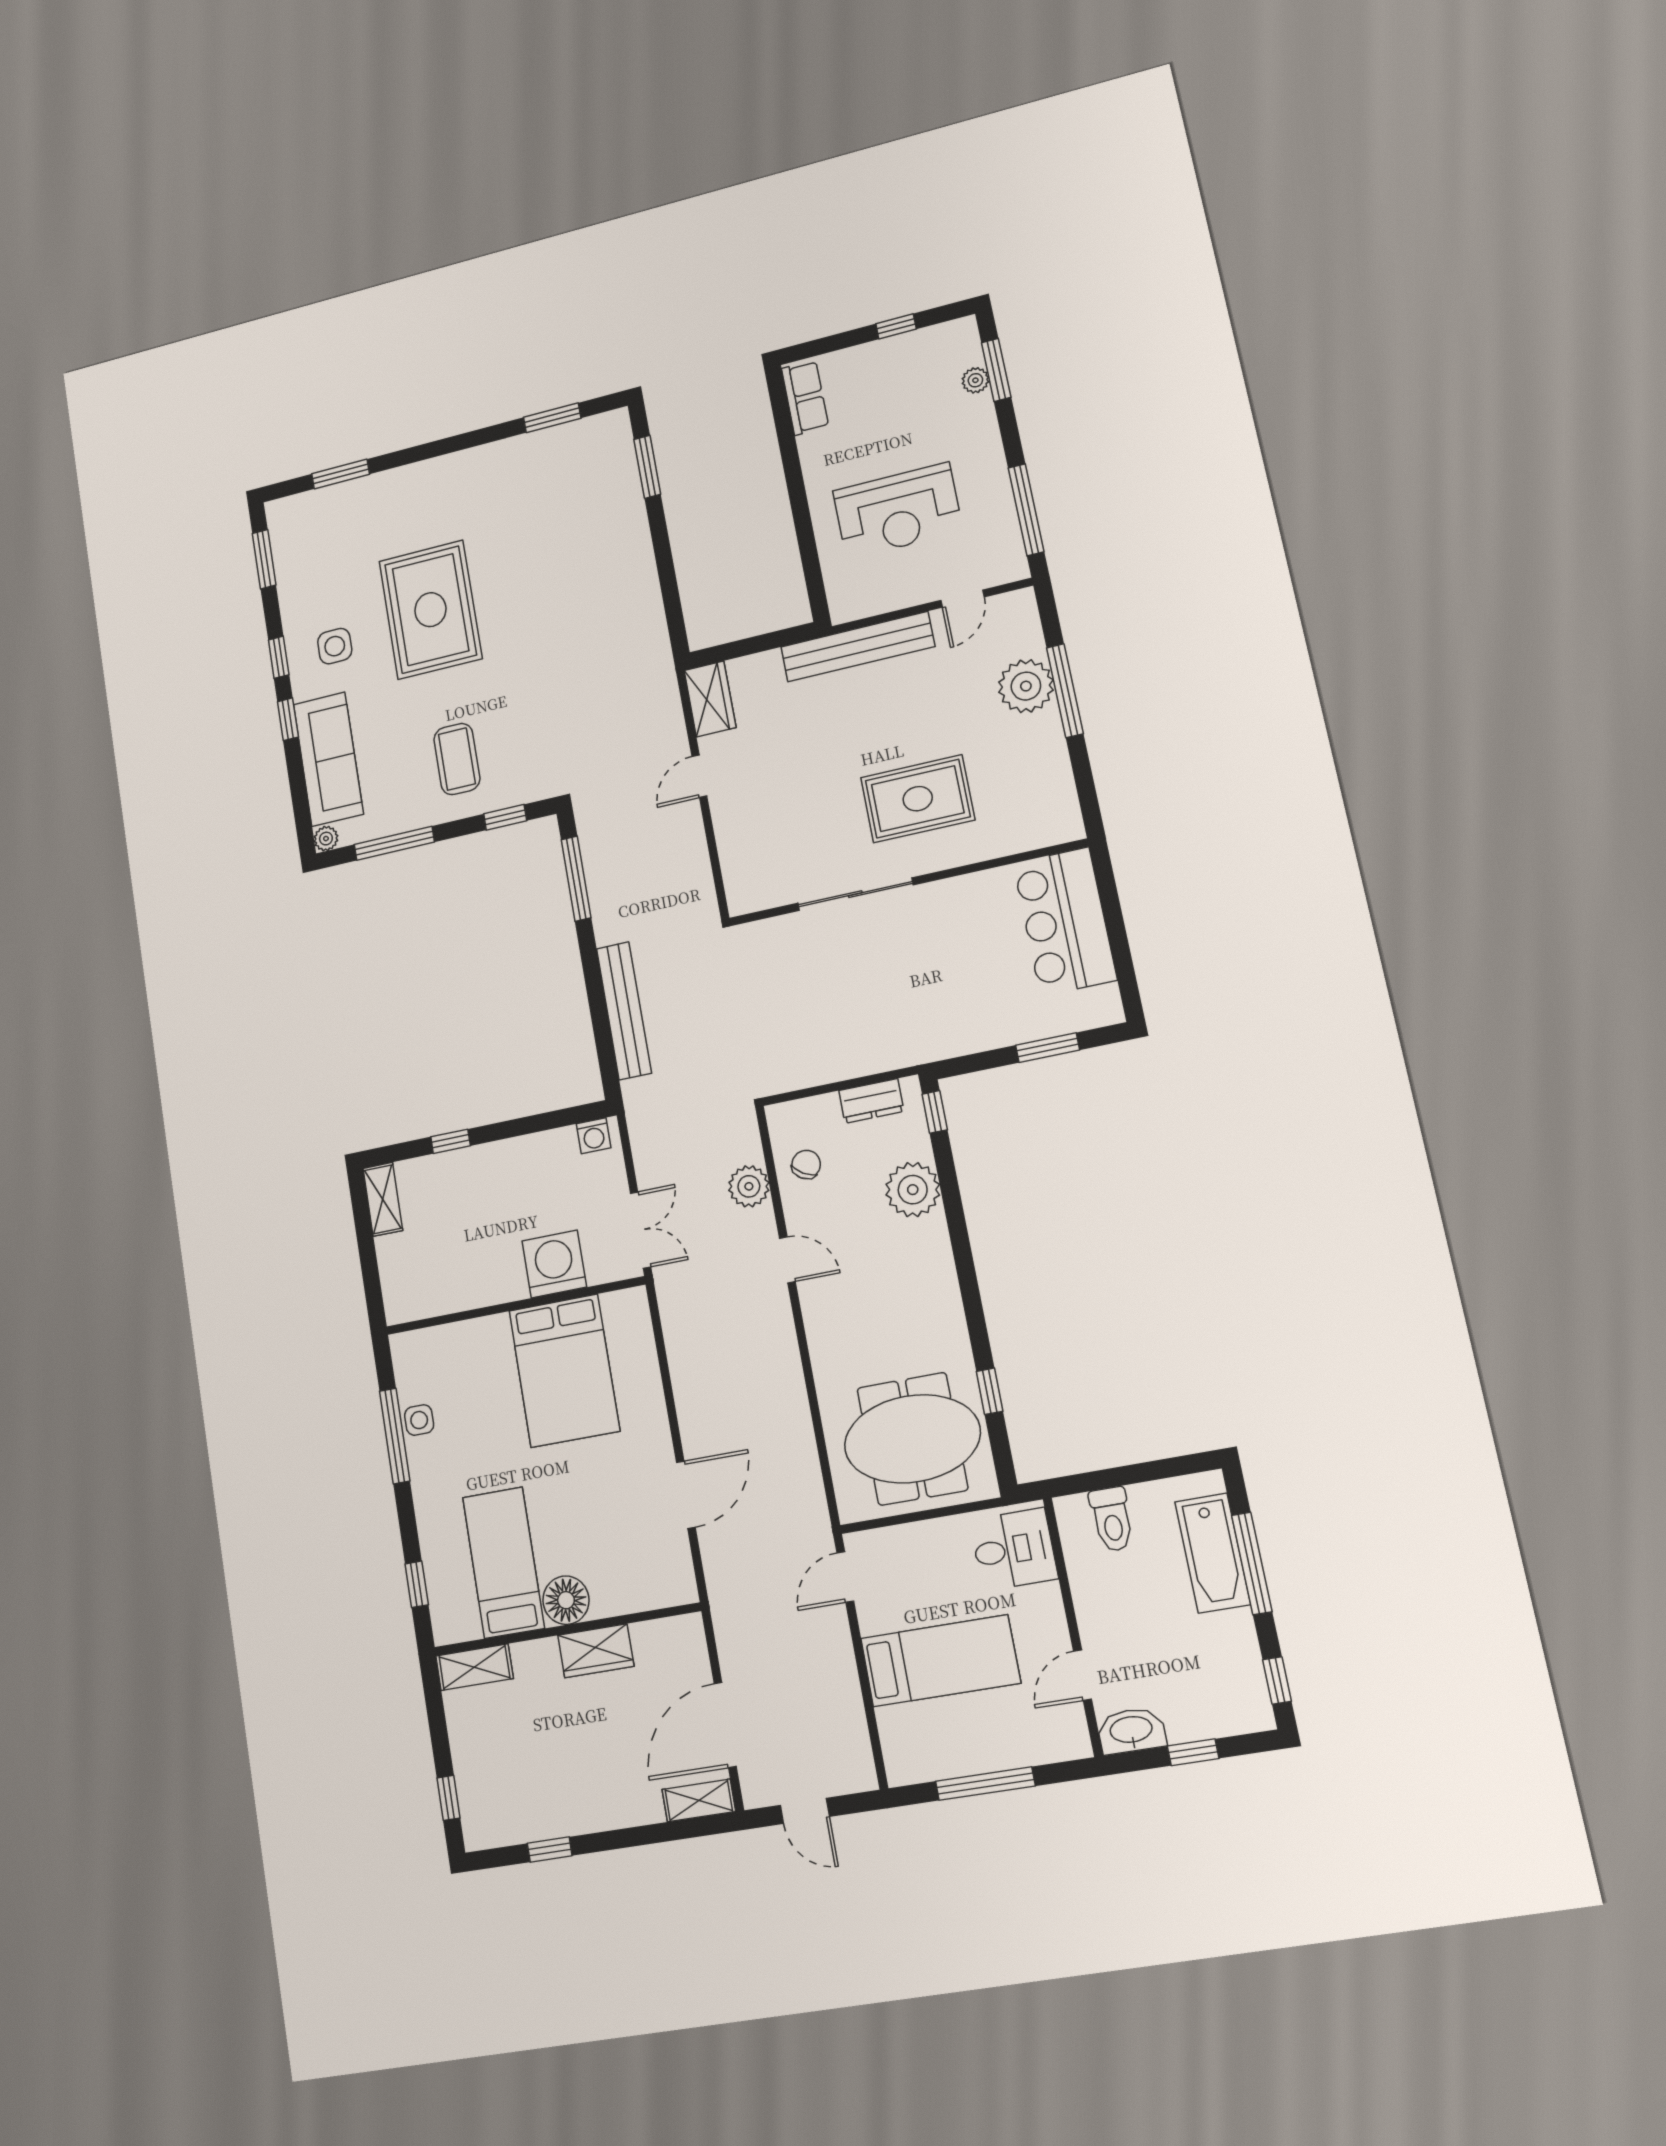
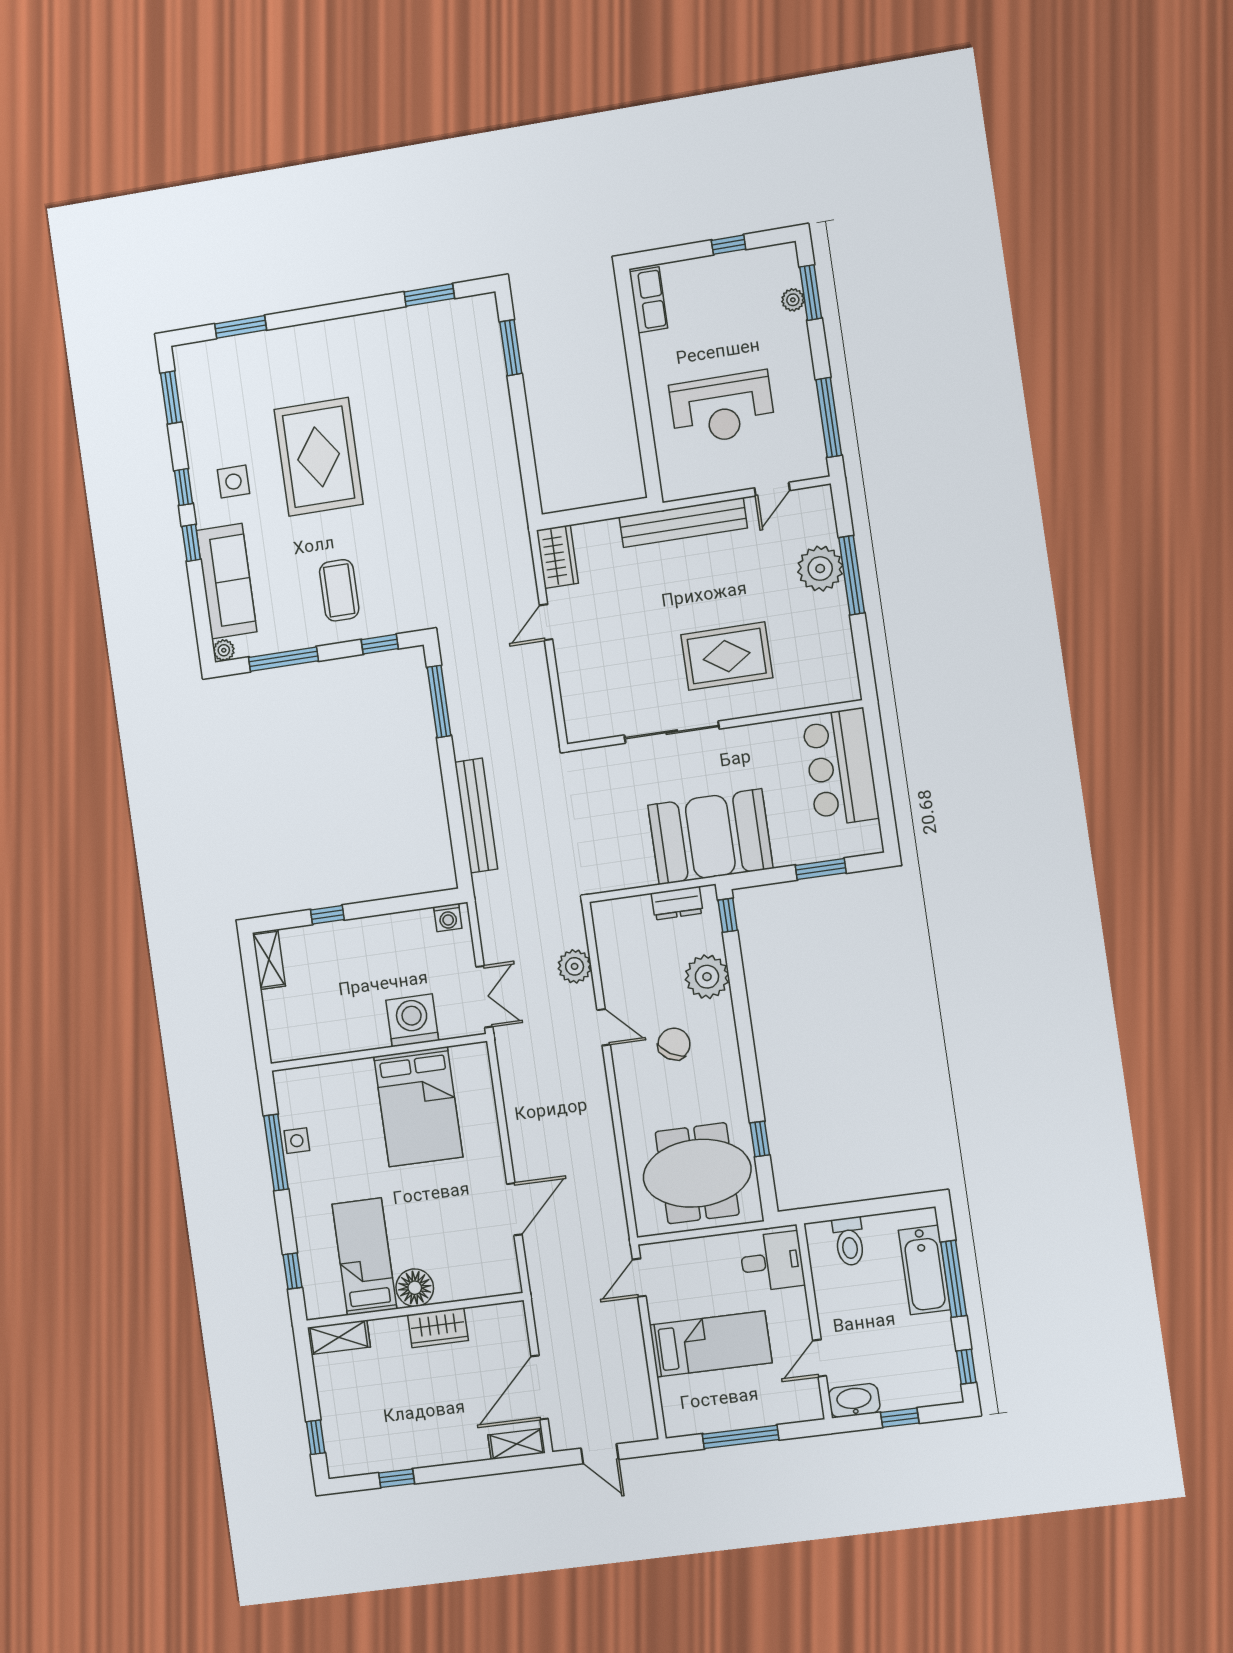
booth: (908, 1017) -> (710, 837), added
chair: (806, 1165) -> (674, 1044), moved, width x1.37, depth x1.37

